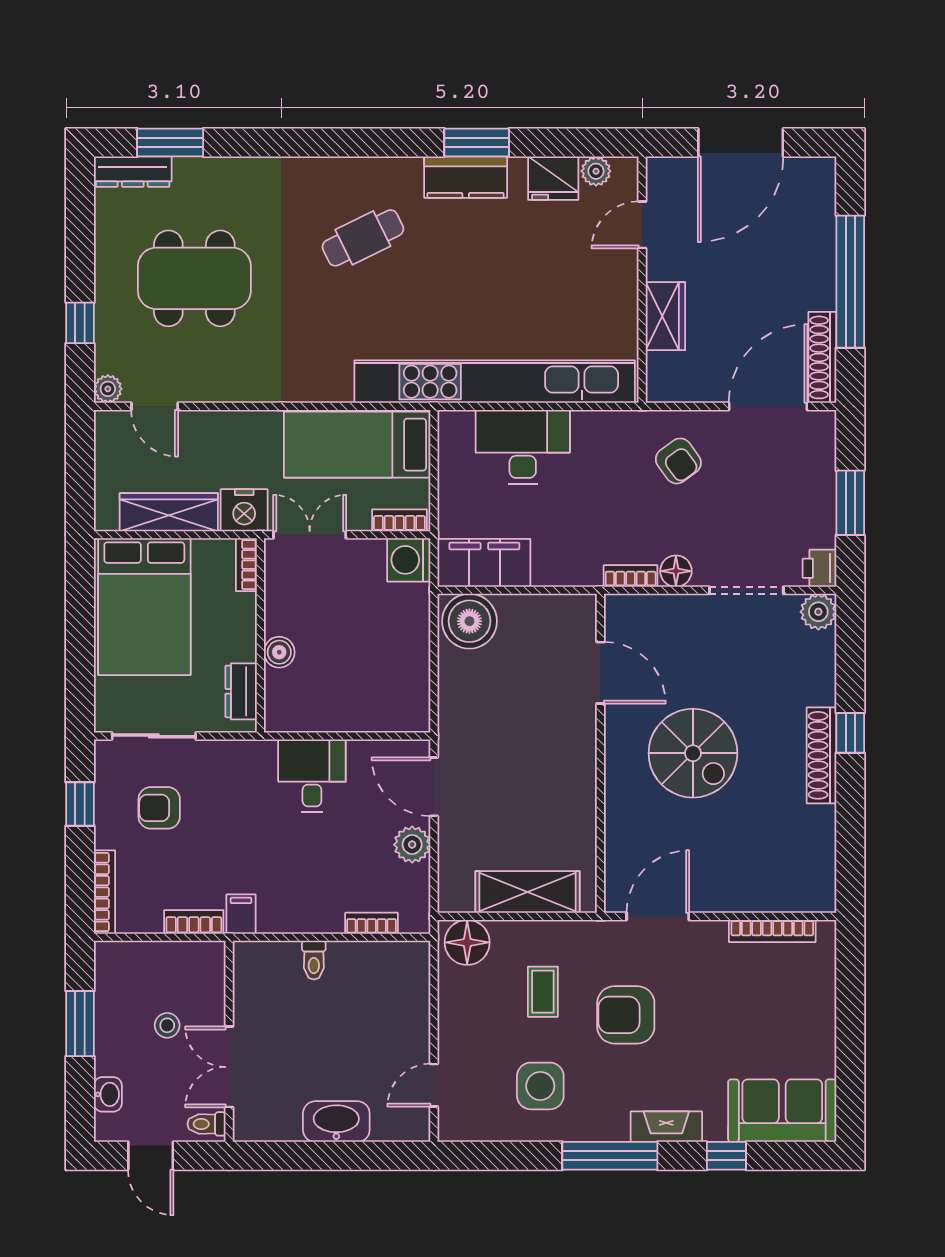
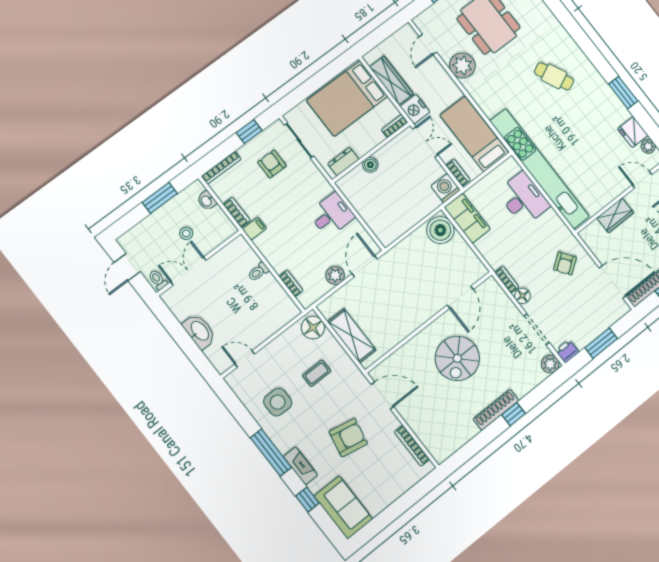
kitchen counter: (466, 177) -> (607, 98), removed
plant: (108, 389) -> (462, 65), moved, width x1.88, depth x1.88
armchair: (626, 1015) -> (348, 438), moved, turned 101
washbasin: (108, 1094) -> (207, 201), moved, turned 90

